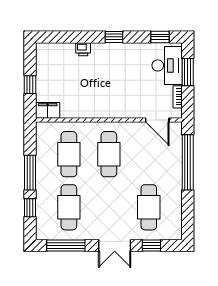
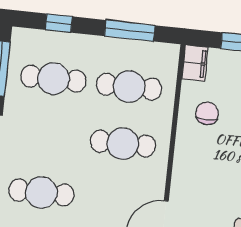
chair: (82, 98) -> (207, 113), added
window: (30, 173) -> (130, 31), moved

